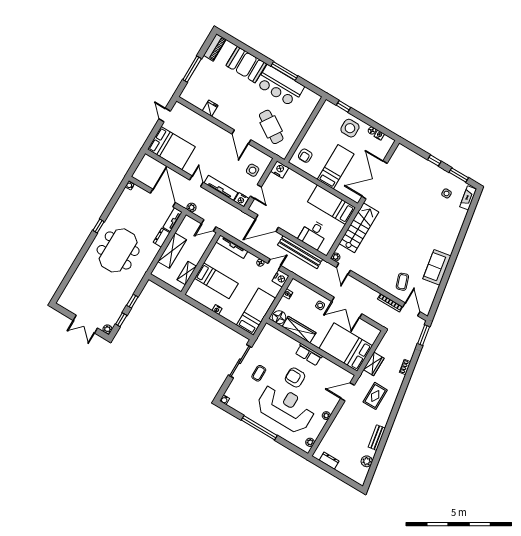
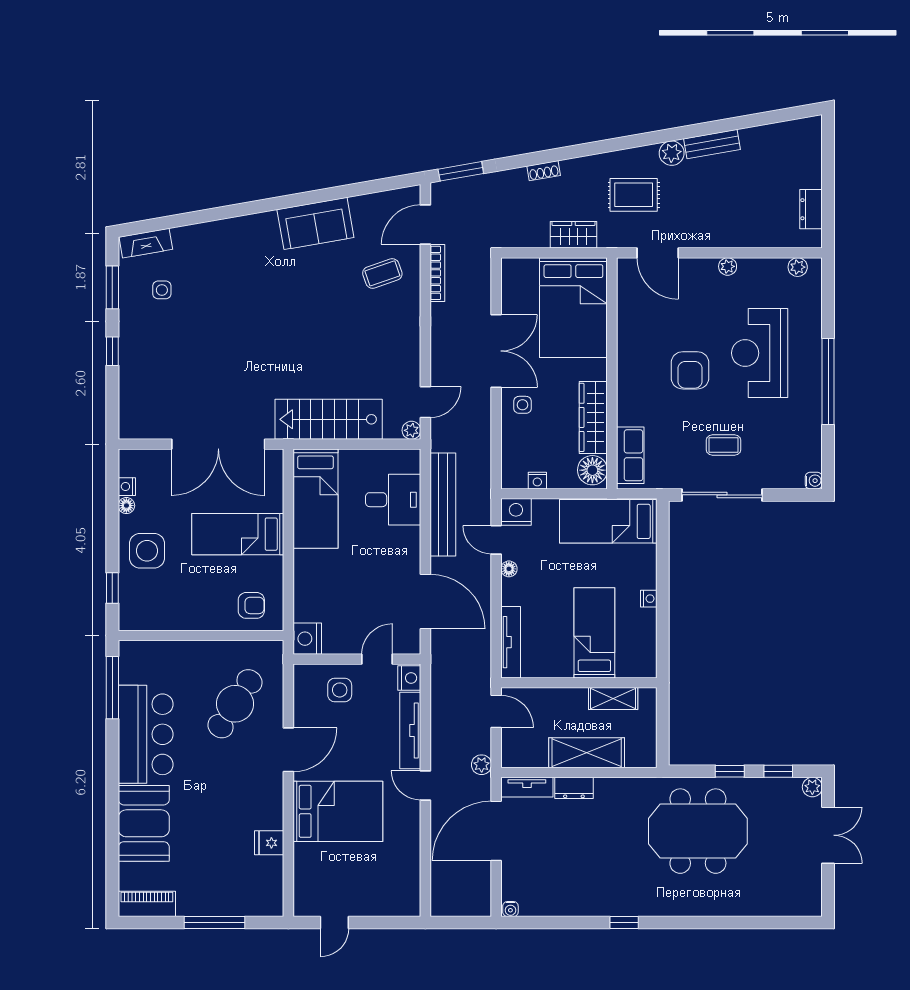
window: (284, 71) -> (112, 688), moved
bed: (171, 148) -> (338, 811), moved, turned 90
door: (196, 181) -> (425, 785), hinge flipped
meeting table: (118, 250) -> (698, 831), moved
row of seats: (309, 355) -> (630, 455), moved
reception desk: (286, 408) -> (760, 353), width x0.74, depth x0.77
plant: (367, 461) -> (672, 153), moved

